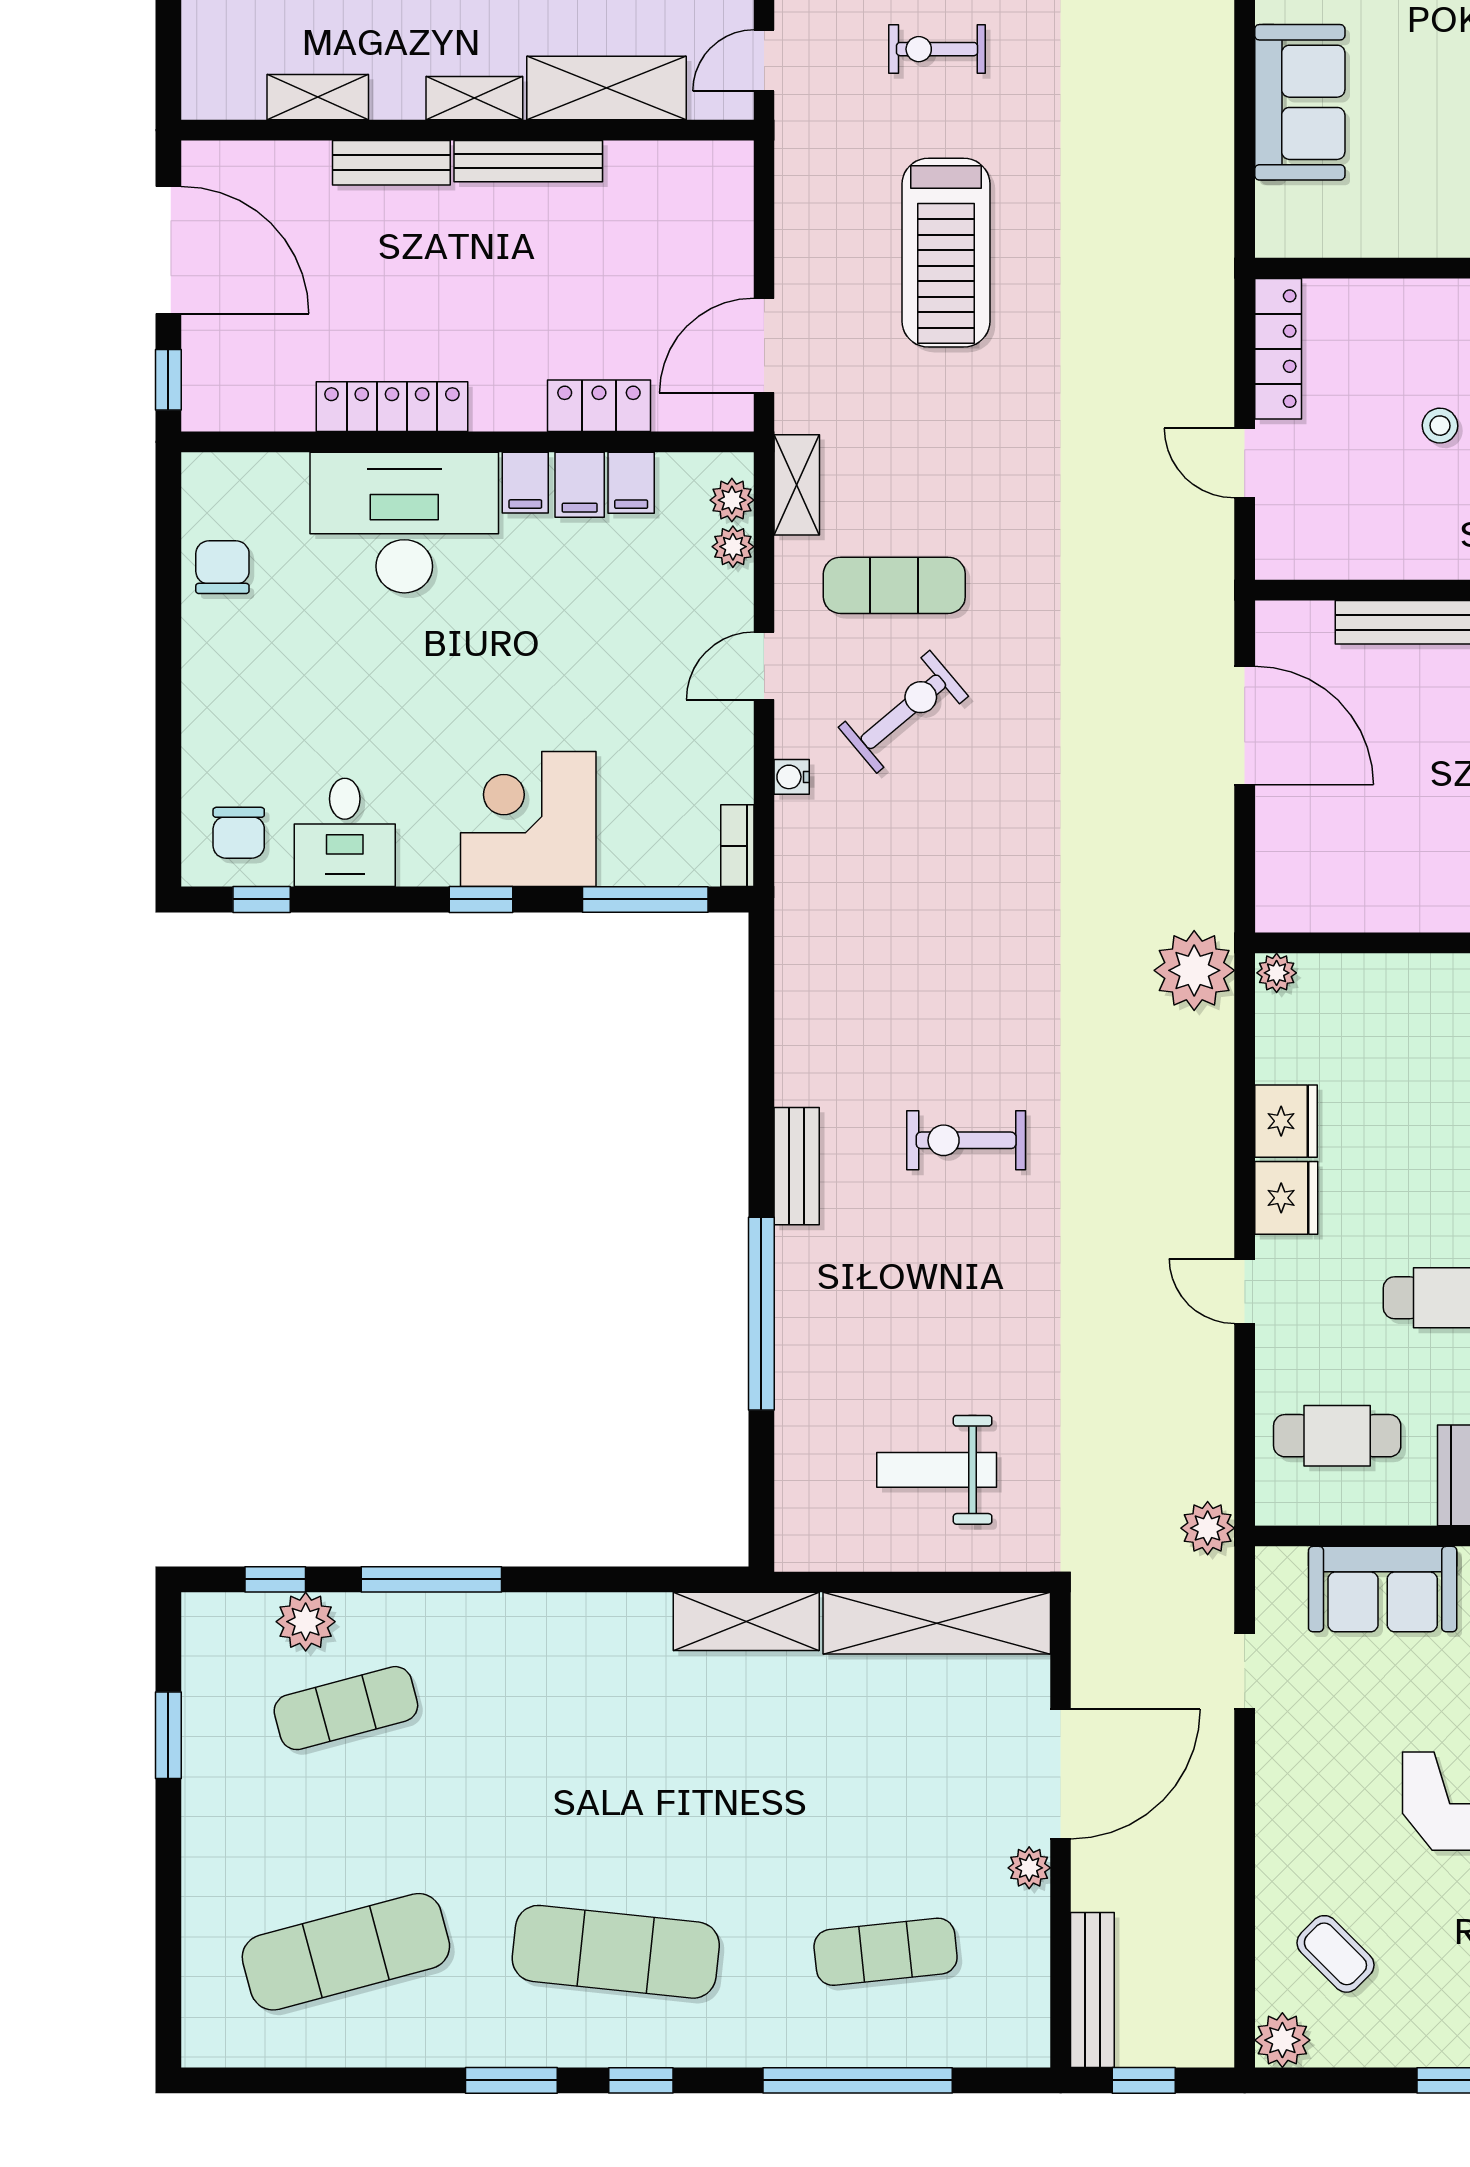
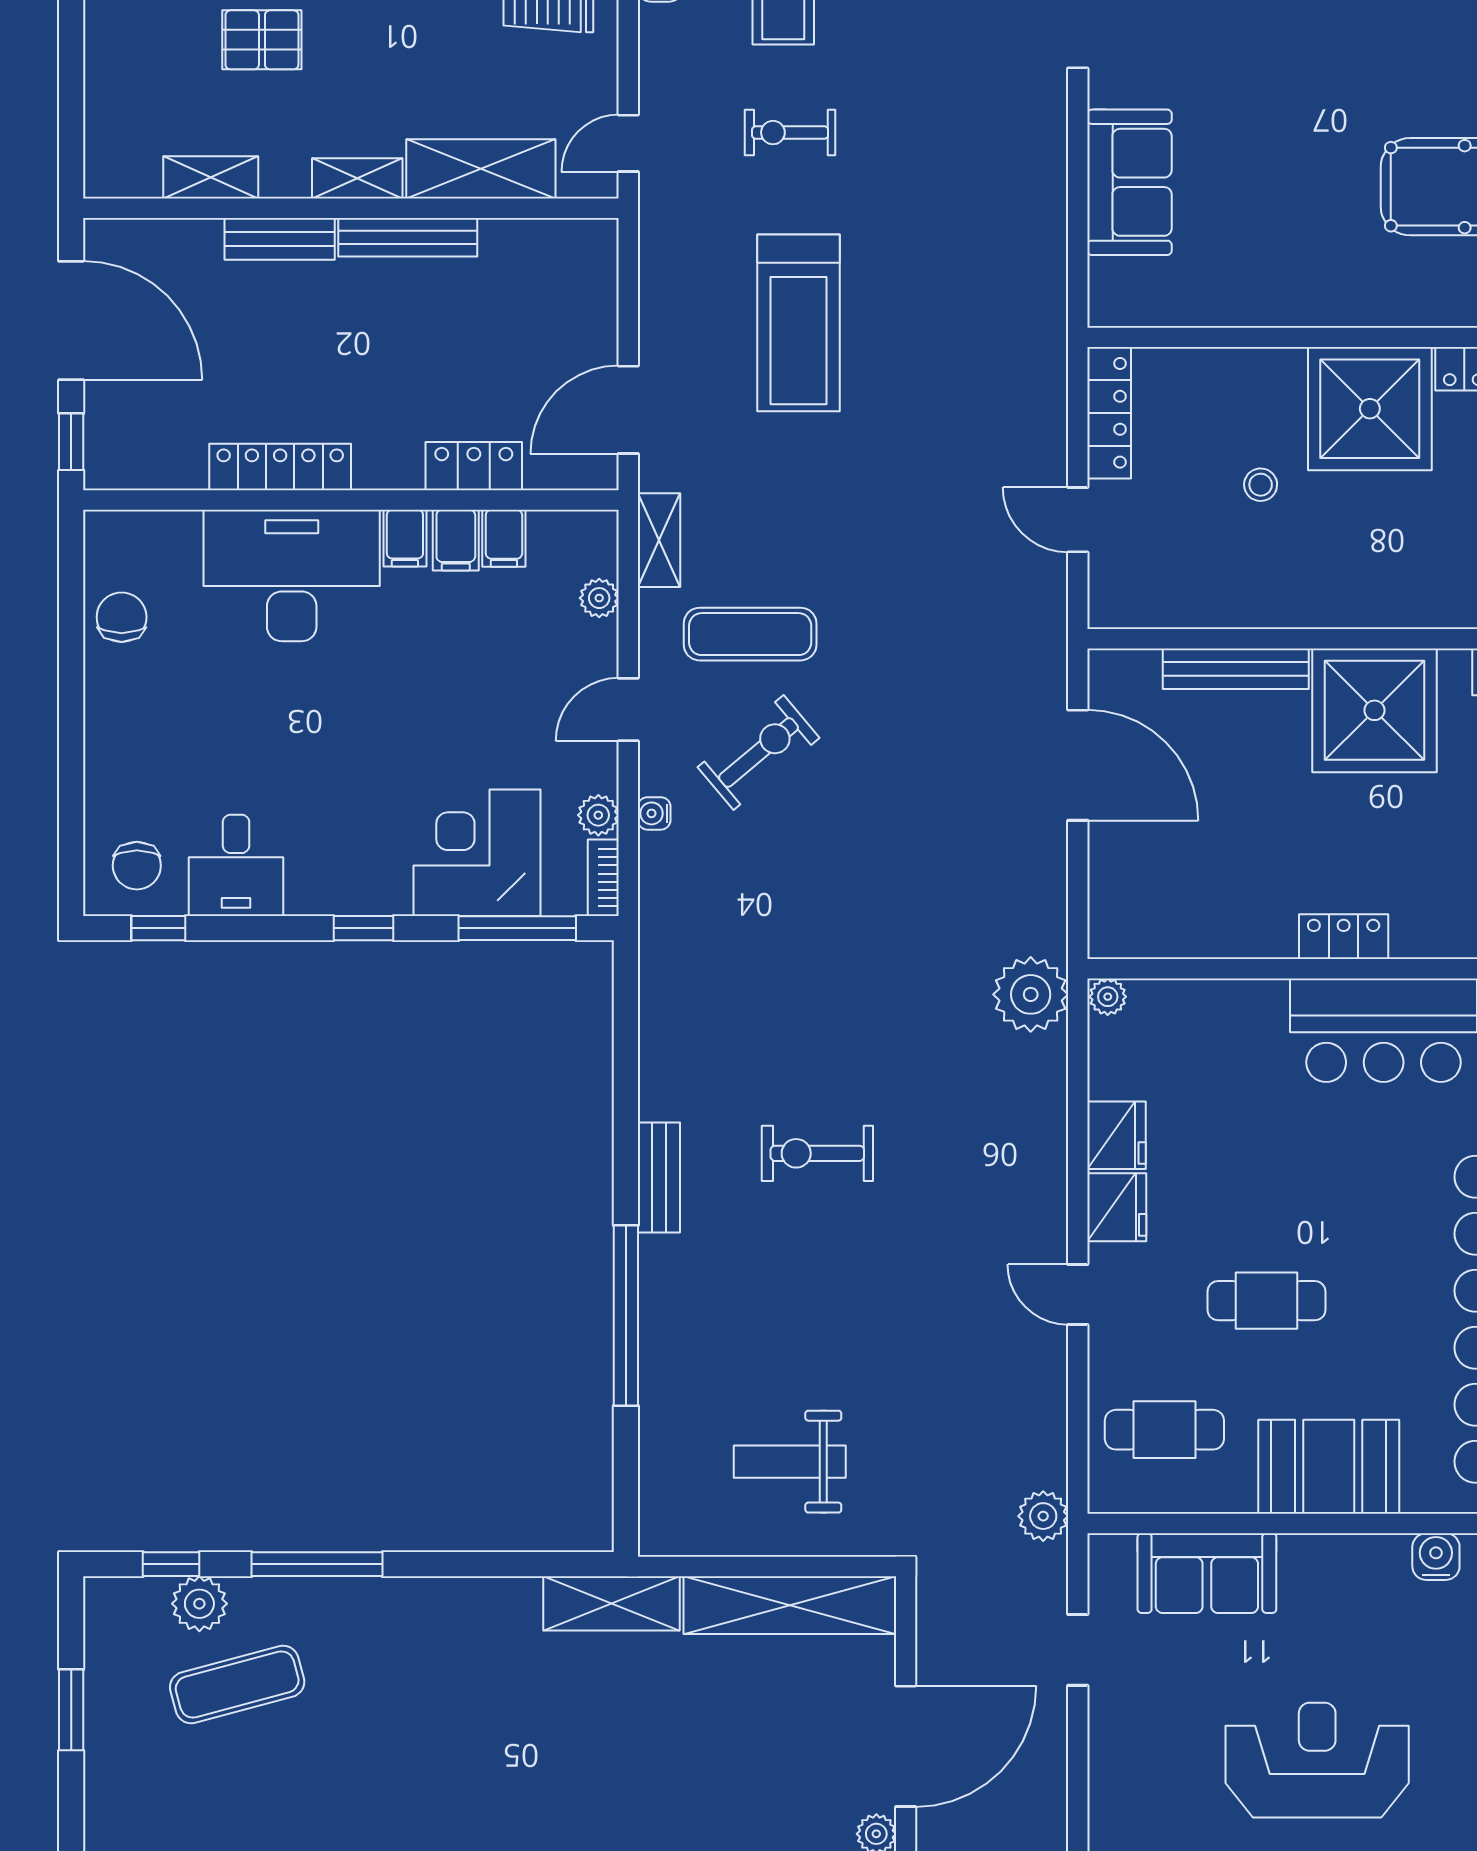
plant: (732, 500) -> (598, 815), moved
corner desk: (528, 819) -> (477, 853), moved

